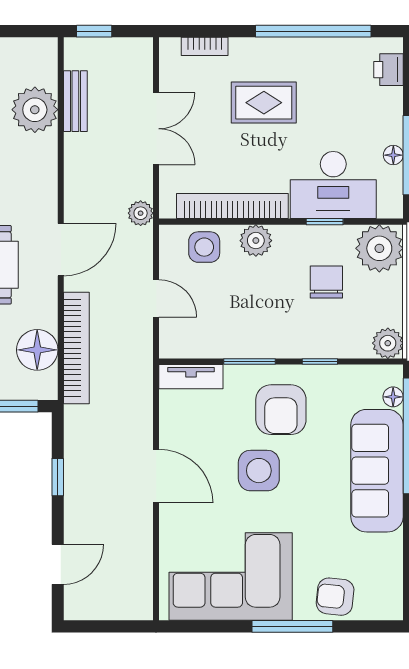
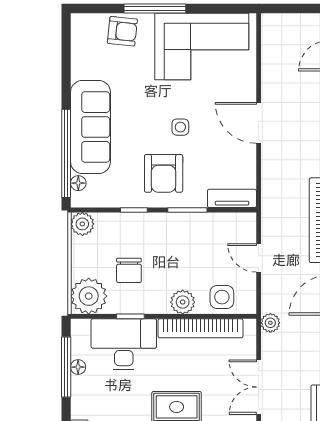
armchair: (281, 410) -> (164, 173), turned 180
side table: (259, 471) -> (180, 127), width x0.54, depth x0.54

